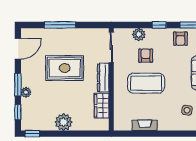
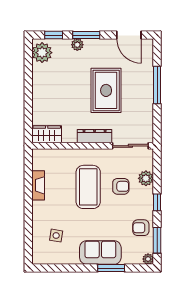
wardrobe: (102, 106) -> (47, 134), moved
plant: (64, 122) -> (42, 53), moved
window: (32, 134) -> (28, 52), removed

